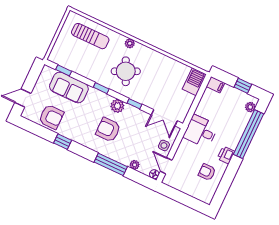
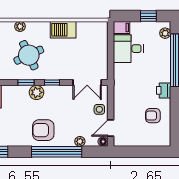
barbecue: (194, 82) -> (63, 30), moved, turned -90
window: (101, 88) -> (26, 83), moved
armchair: (108, 130) -> (43, 130), moved
desk: (201, 131) -> (128, 49), moved
window: (111, 164) -> (57, 152), width x1.46
door: (166, 166) -> (111, 128), hinge flipped

